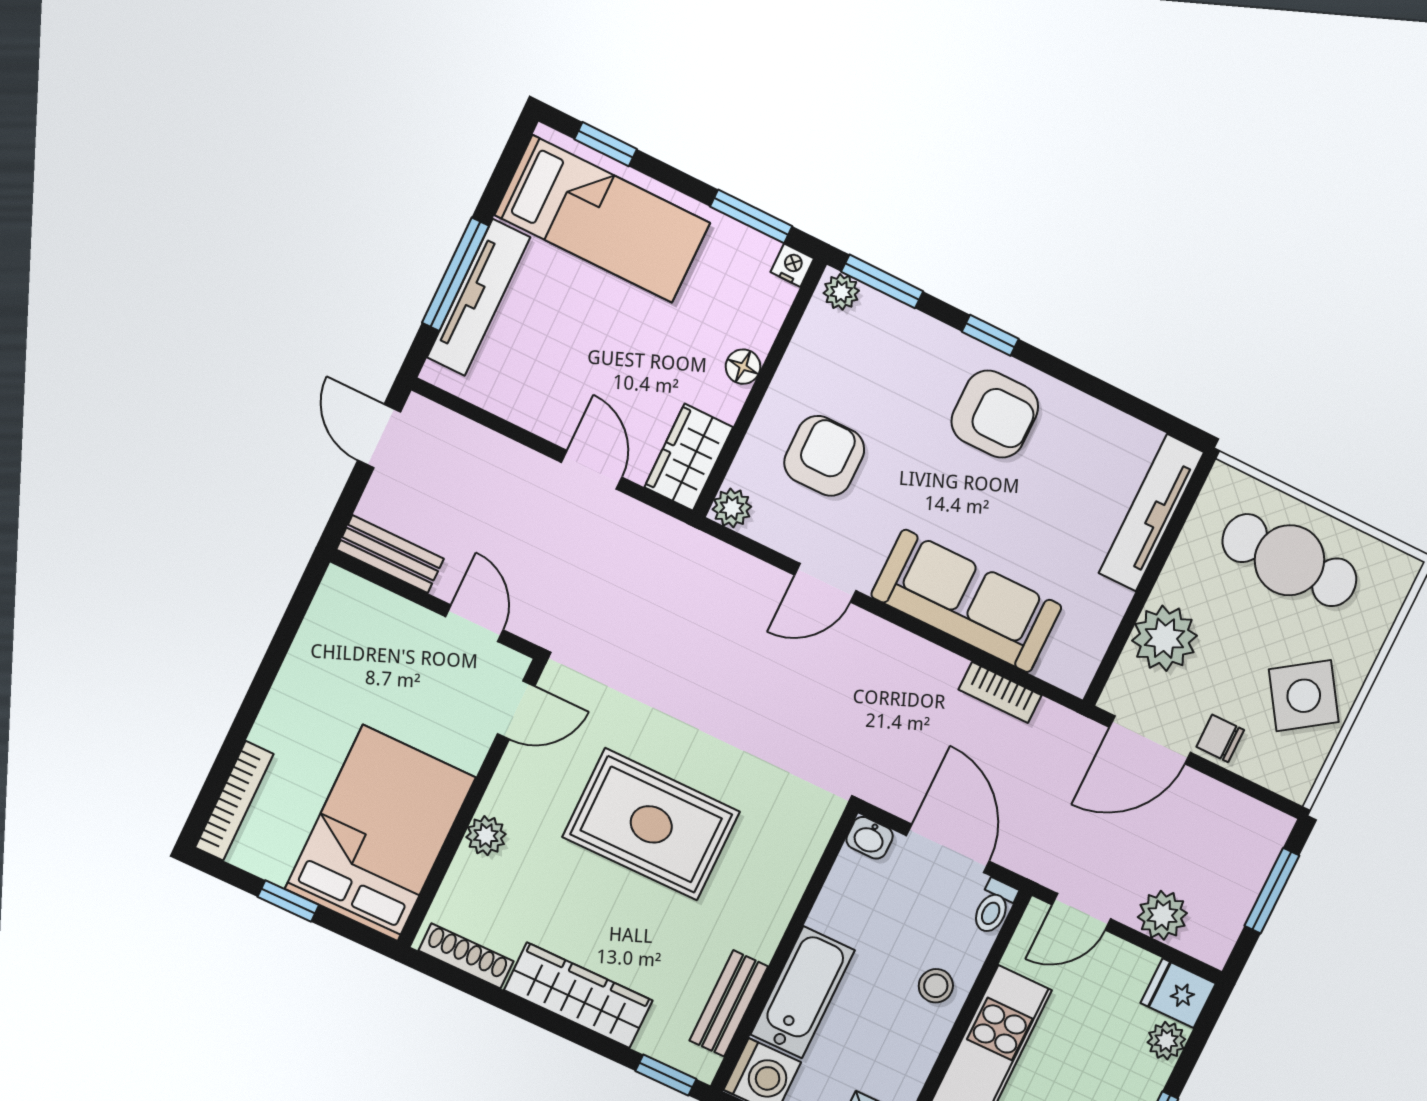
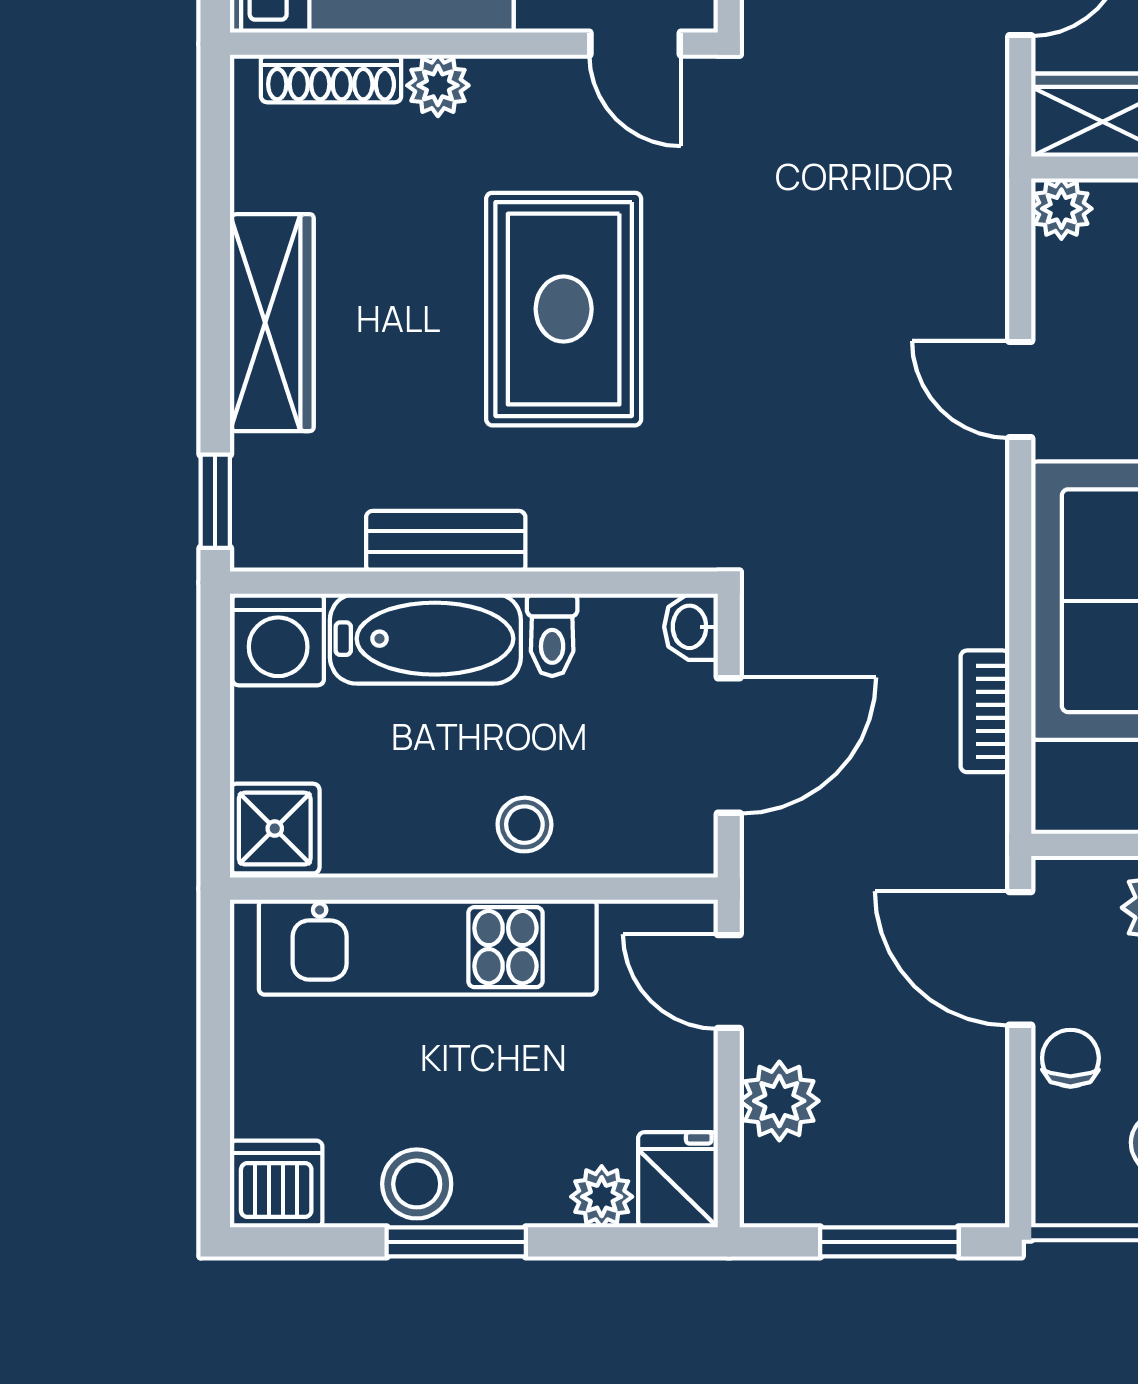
toilet: (994, 907) -> (552, 635), moved, turned -90
shoe rack: (466, 956) -> (331, 78), moved, turned 90
bench: (729, 1003) -> (446, 541), moved

